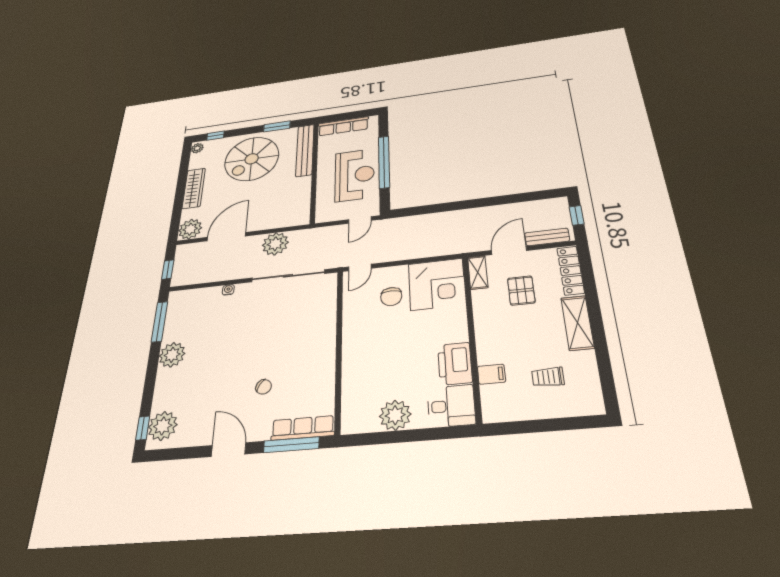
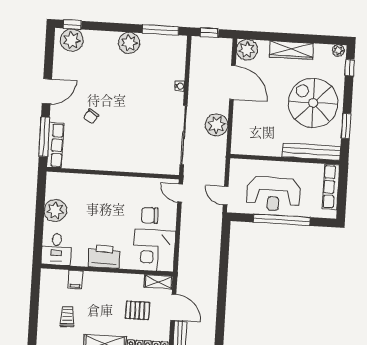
printer: (455, 364) -> (104, 257), moved

